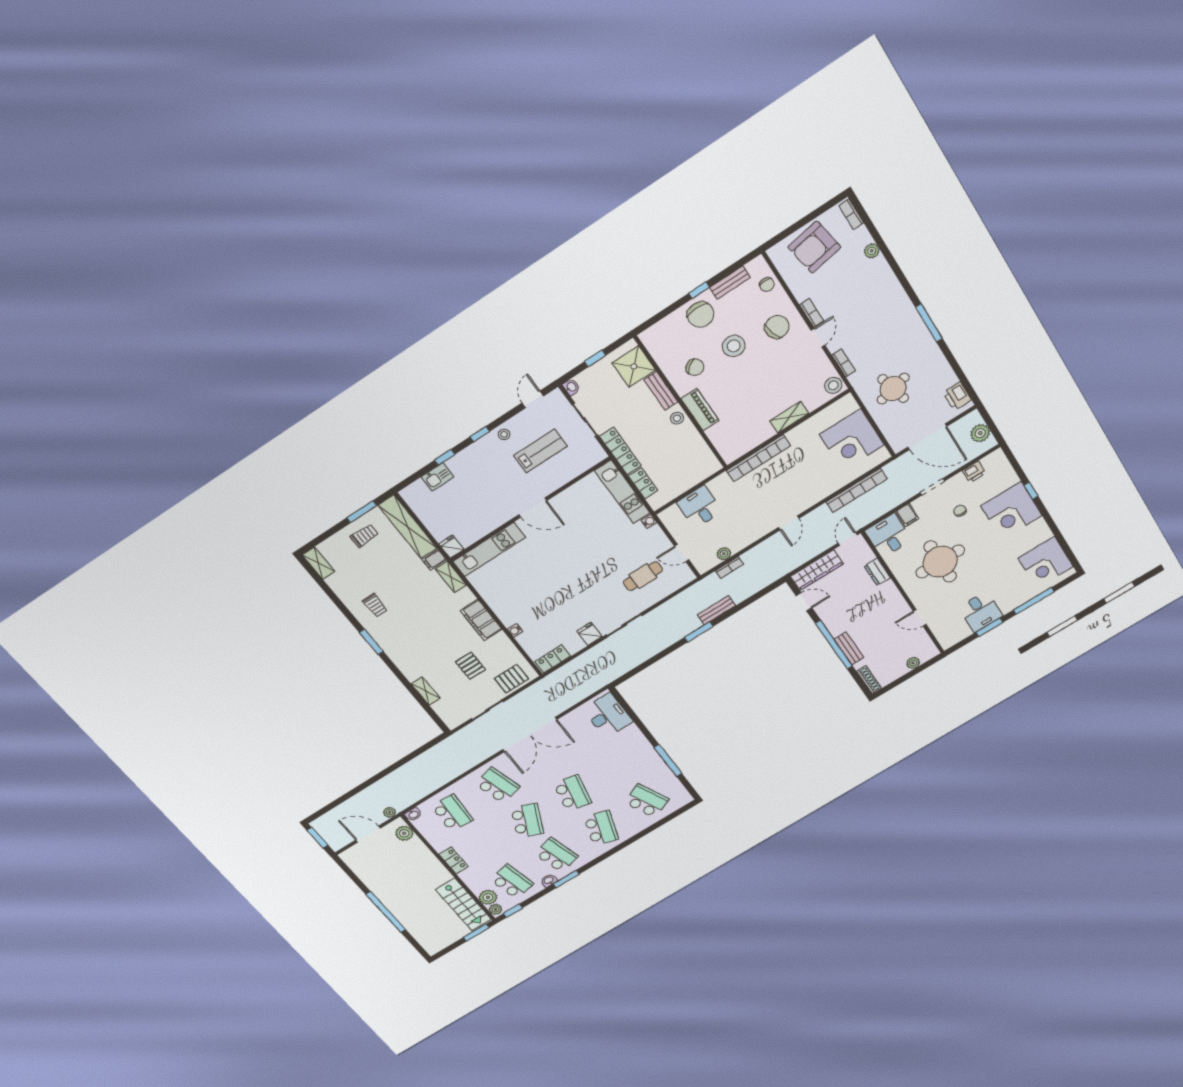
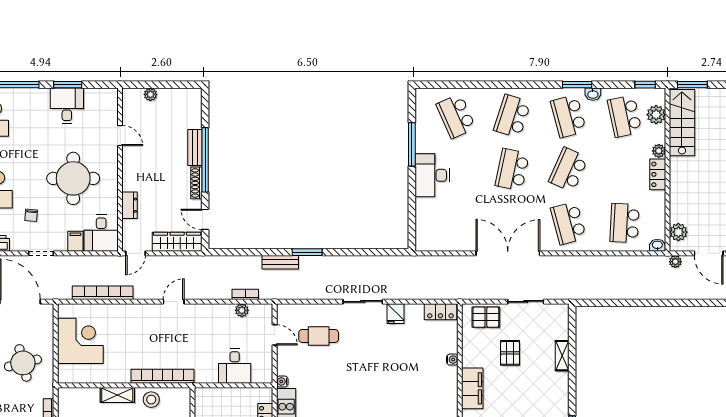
stool: (833, 385) -> (151, 400), moved
shoe rack: (869, 680) -> (196, 183), moved
desk: (608, 715) -> (432, 175), moved
plant: (495, 909) -> (659, 151), moved

